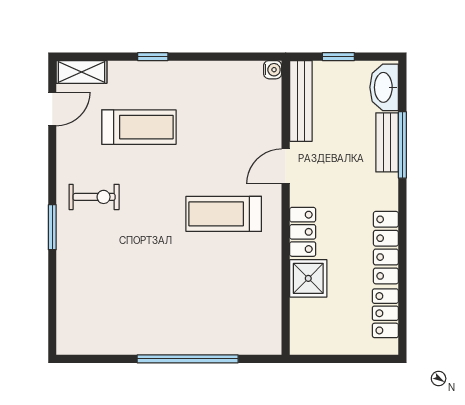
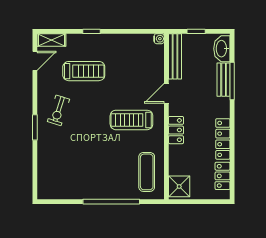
exercise bike: (94, 197) -> (58, 110), turned 108
shower: (308, 278) -> (179, 186), moved
exercise mat: (251, 306) -> (147, 172), added

